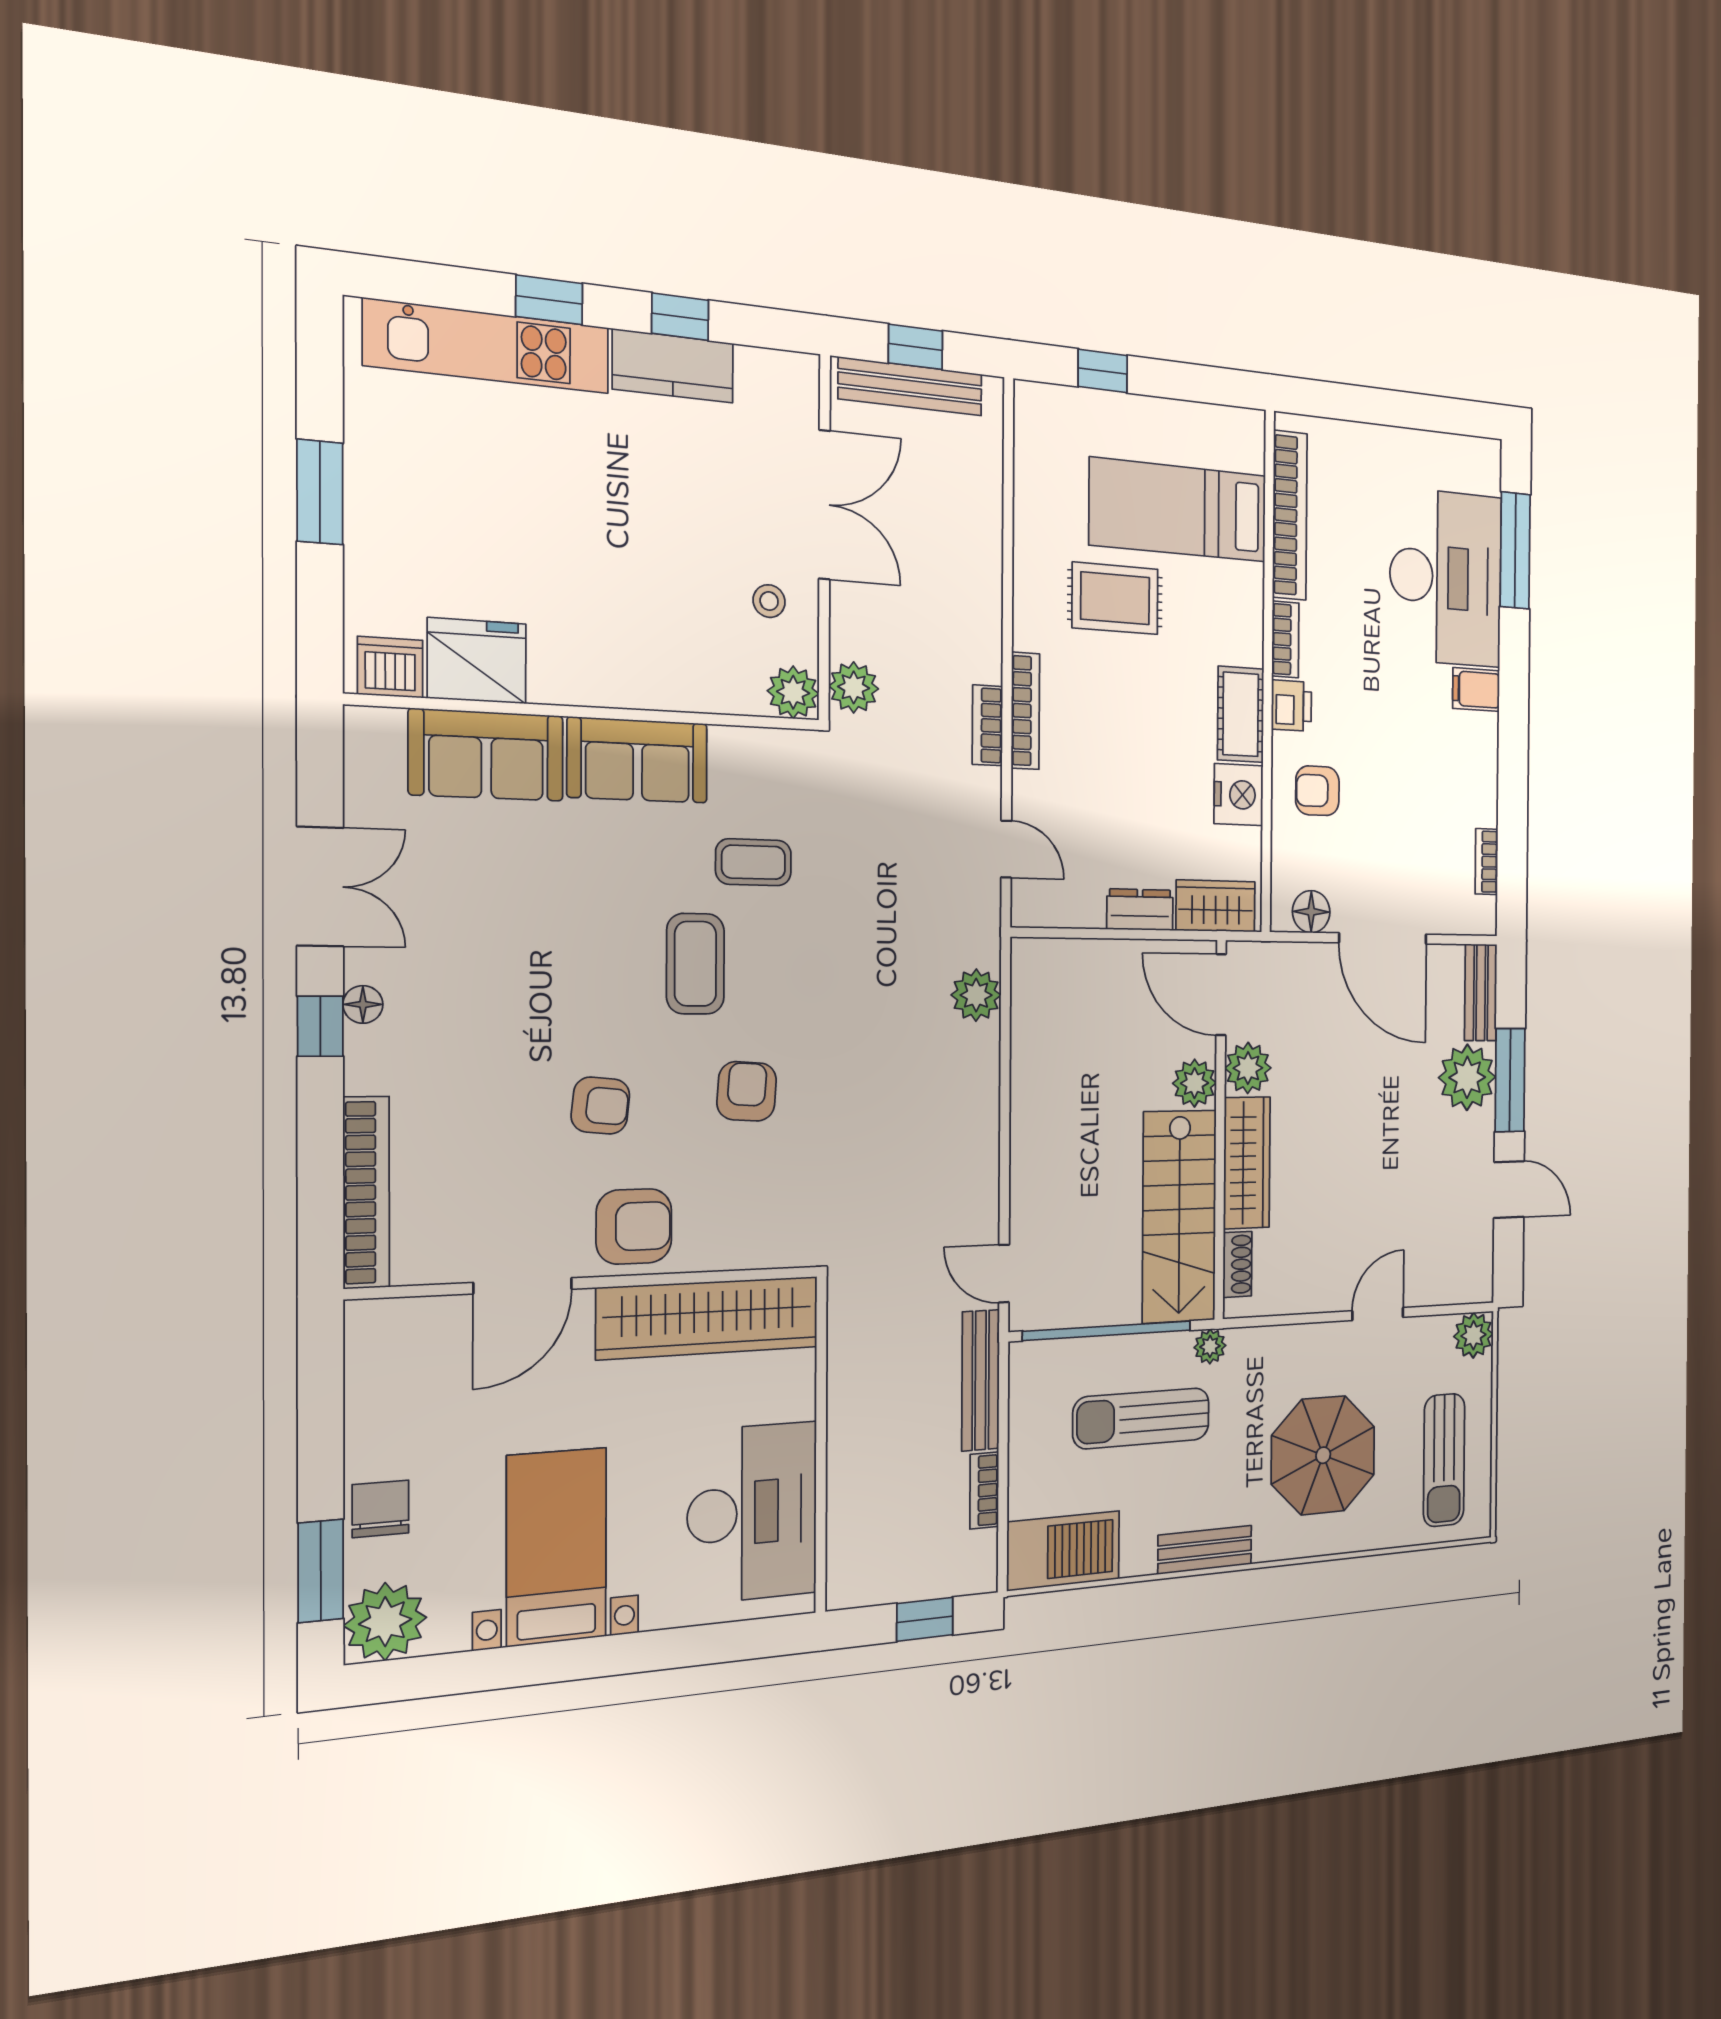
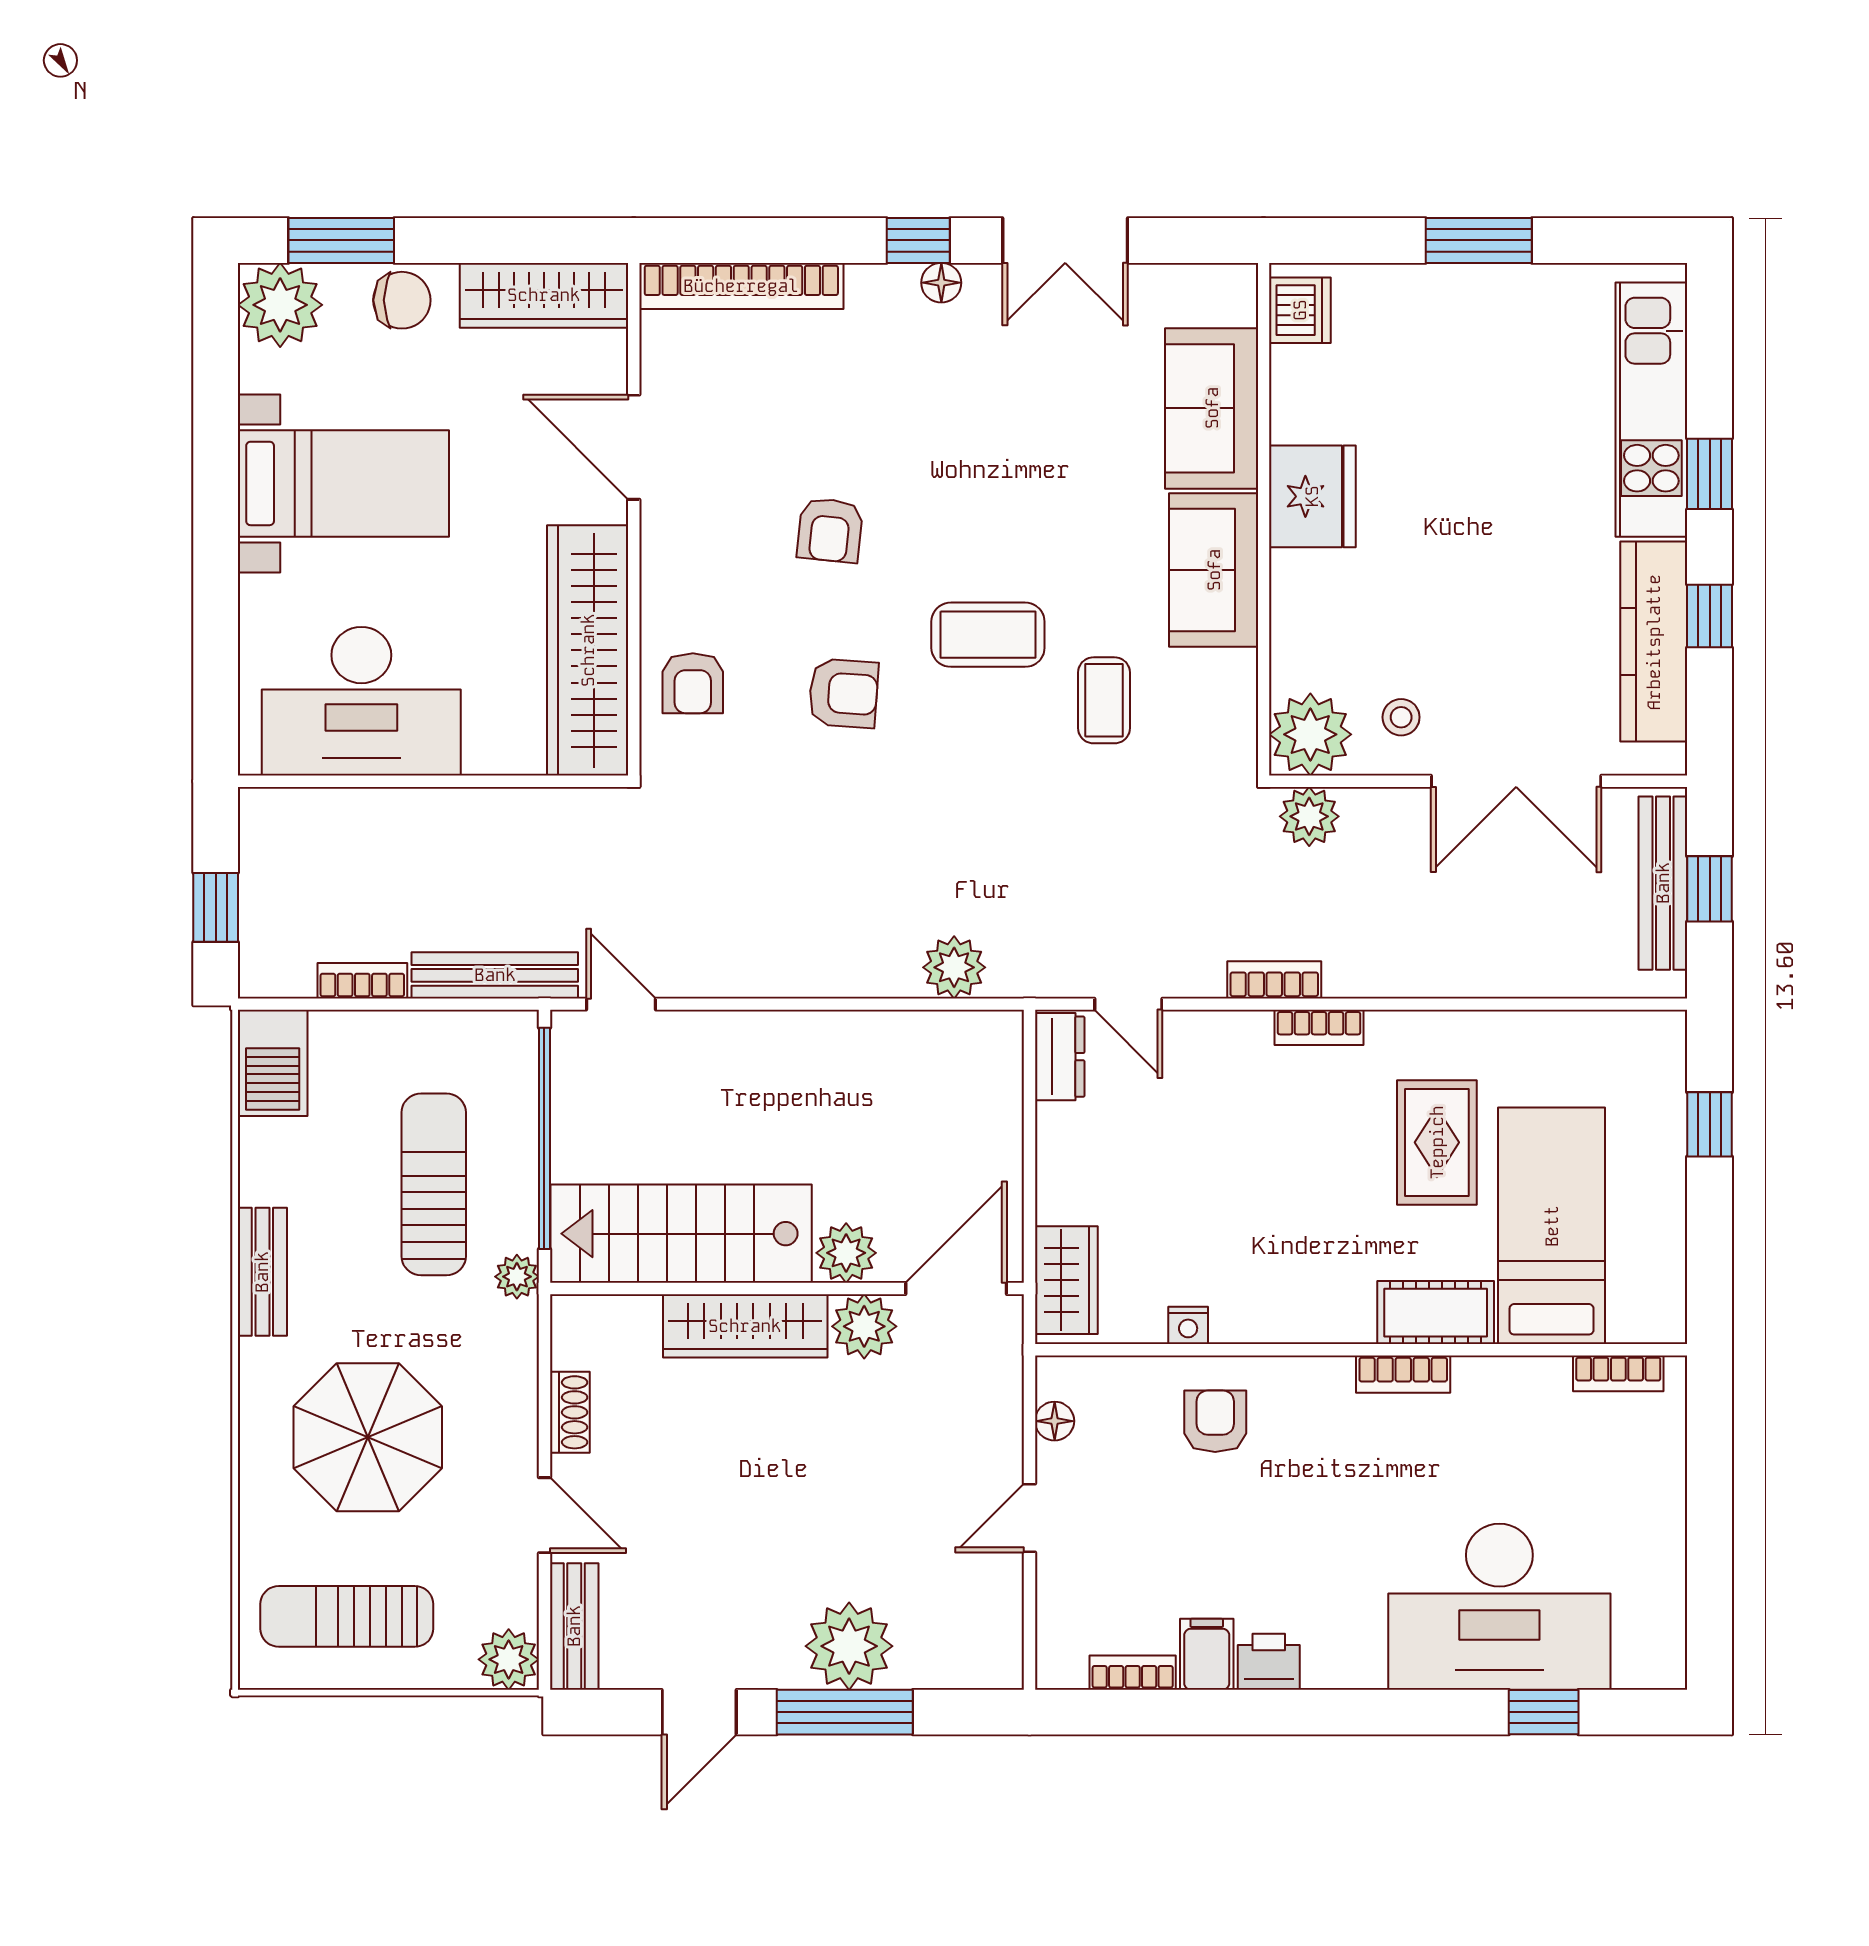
kitchen counter: (673, 366) -> (1654, 642), width x1.50
bookcase: (1290, 515) -> (1618, 1373), width x0.43, depth x0.76
window: (1515, 550) -> (1544, 1712), width x0.46
fridge: (477, 661) -> (1312, 496), moved
filing cabinet: (1476, 690) -> (1207, 1654), moved
plant: (793, 692) -> (1310, 734), width x1.36, depth x1.36
printer: (1291, 706) -> (1269, 1662), moved, turned 180
bookcase: (1025, 711) -> (1319, 1027), width x0.64
cot: (1241, 714) -> (1436, 1313), moved
nightstand: (1239, 795) -> (1188, 1325), width x0.53, depth x0.56
door: (1006, 849) -> (1128, 1004), hinge flipped
dresser: (1140, 910) -> (1060, 1057), moved
floor lamp: (1311, 912) -> (1055, 1421), width x0.73, depth x0.73
door: (1383, 938) -> (1029, 1518), width x0.53
bench: (1481, 992) -> (574, 1626), moved, turned 90
armchair: (634, 1226) -> (693, 683), moved, width x0.72, depth x0.72
shoe rack: (1237, 1264) -> (570, 1412), moved, turned -90
door: (1004, 1274) -> (621, 1004), hinge flipped
wardrobe: (376, 1377) -> (544, 295), added
barbecue: (1064, 1551) -> (273, 1063), width x0.73, depth x0.83

